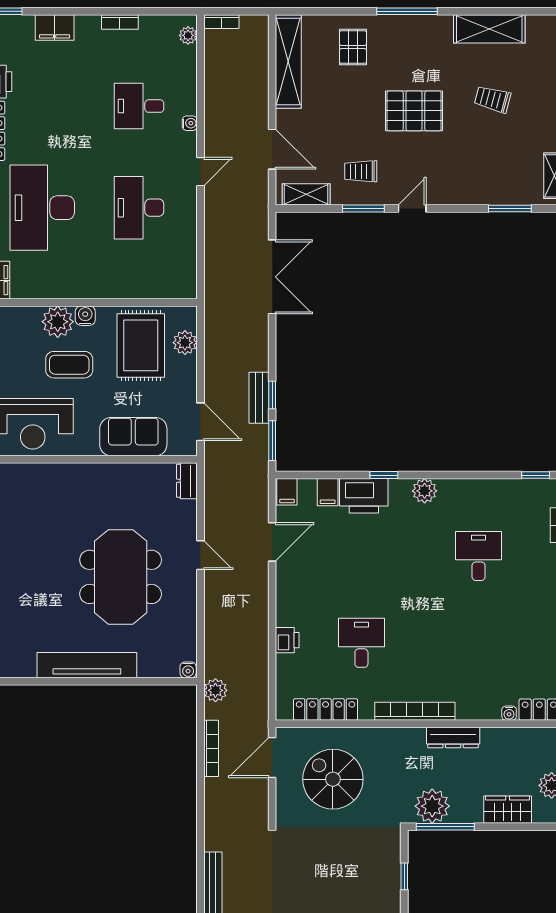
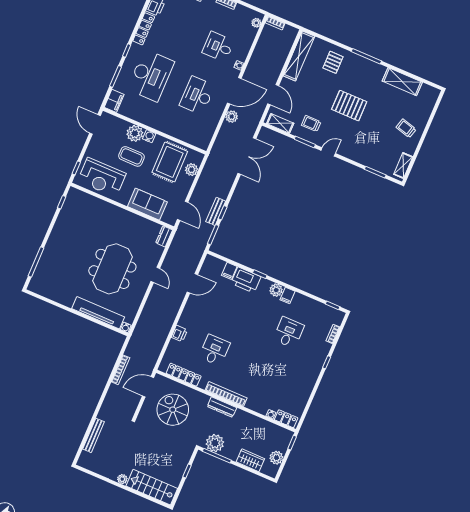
trolley: (493, 99) -> (406, 128), moved
door: (200, 172) -> (234, 91), width x1.87
desk: (42, 208) -> (151, 76), turned 180
filing cabinet: (287, 492) -> (287, 296), moved
tv unit: (87, 665) -> (98, 313), moved
plant: (215, 690) -> (232, 117), moved
dresser: (453, 737) -> (222, 407), moved

